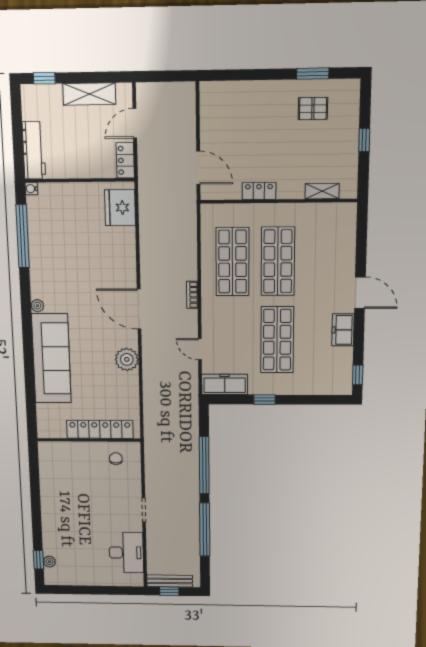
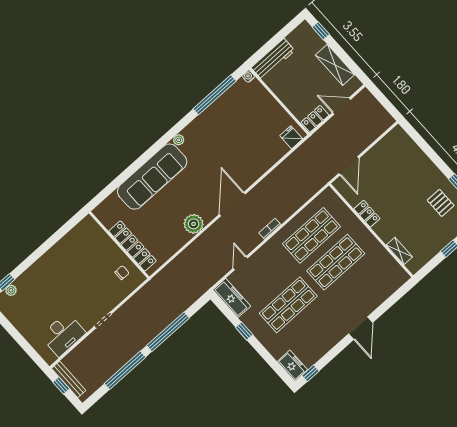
fridge: (120, 208) -> (291, 137), width x0.53, depth x0.75
freezer: (343, 330) -> (292, 366), moved, turned 90

